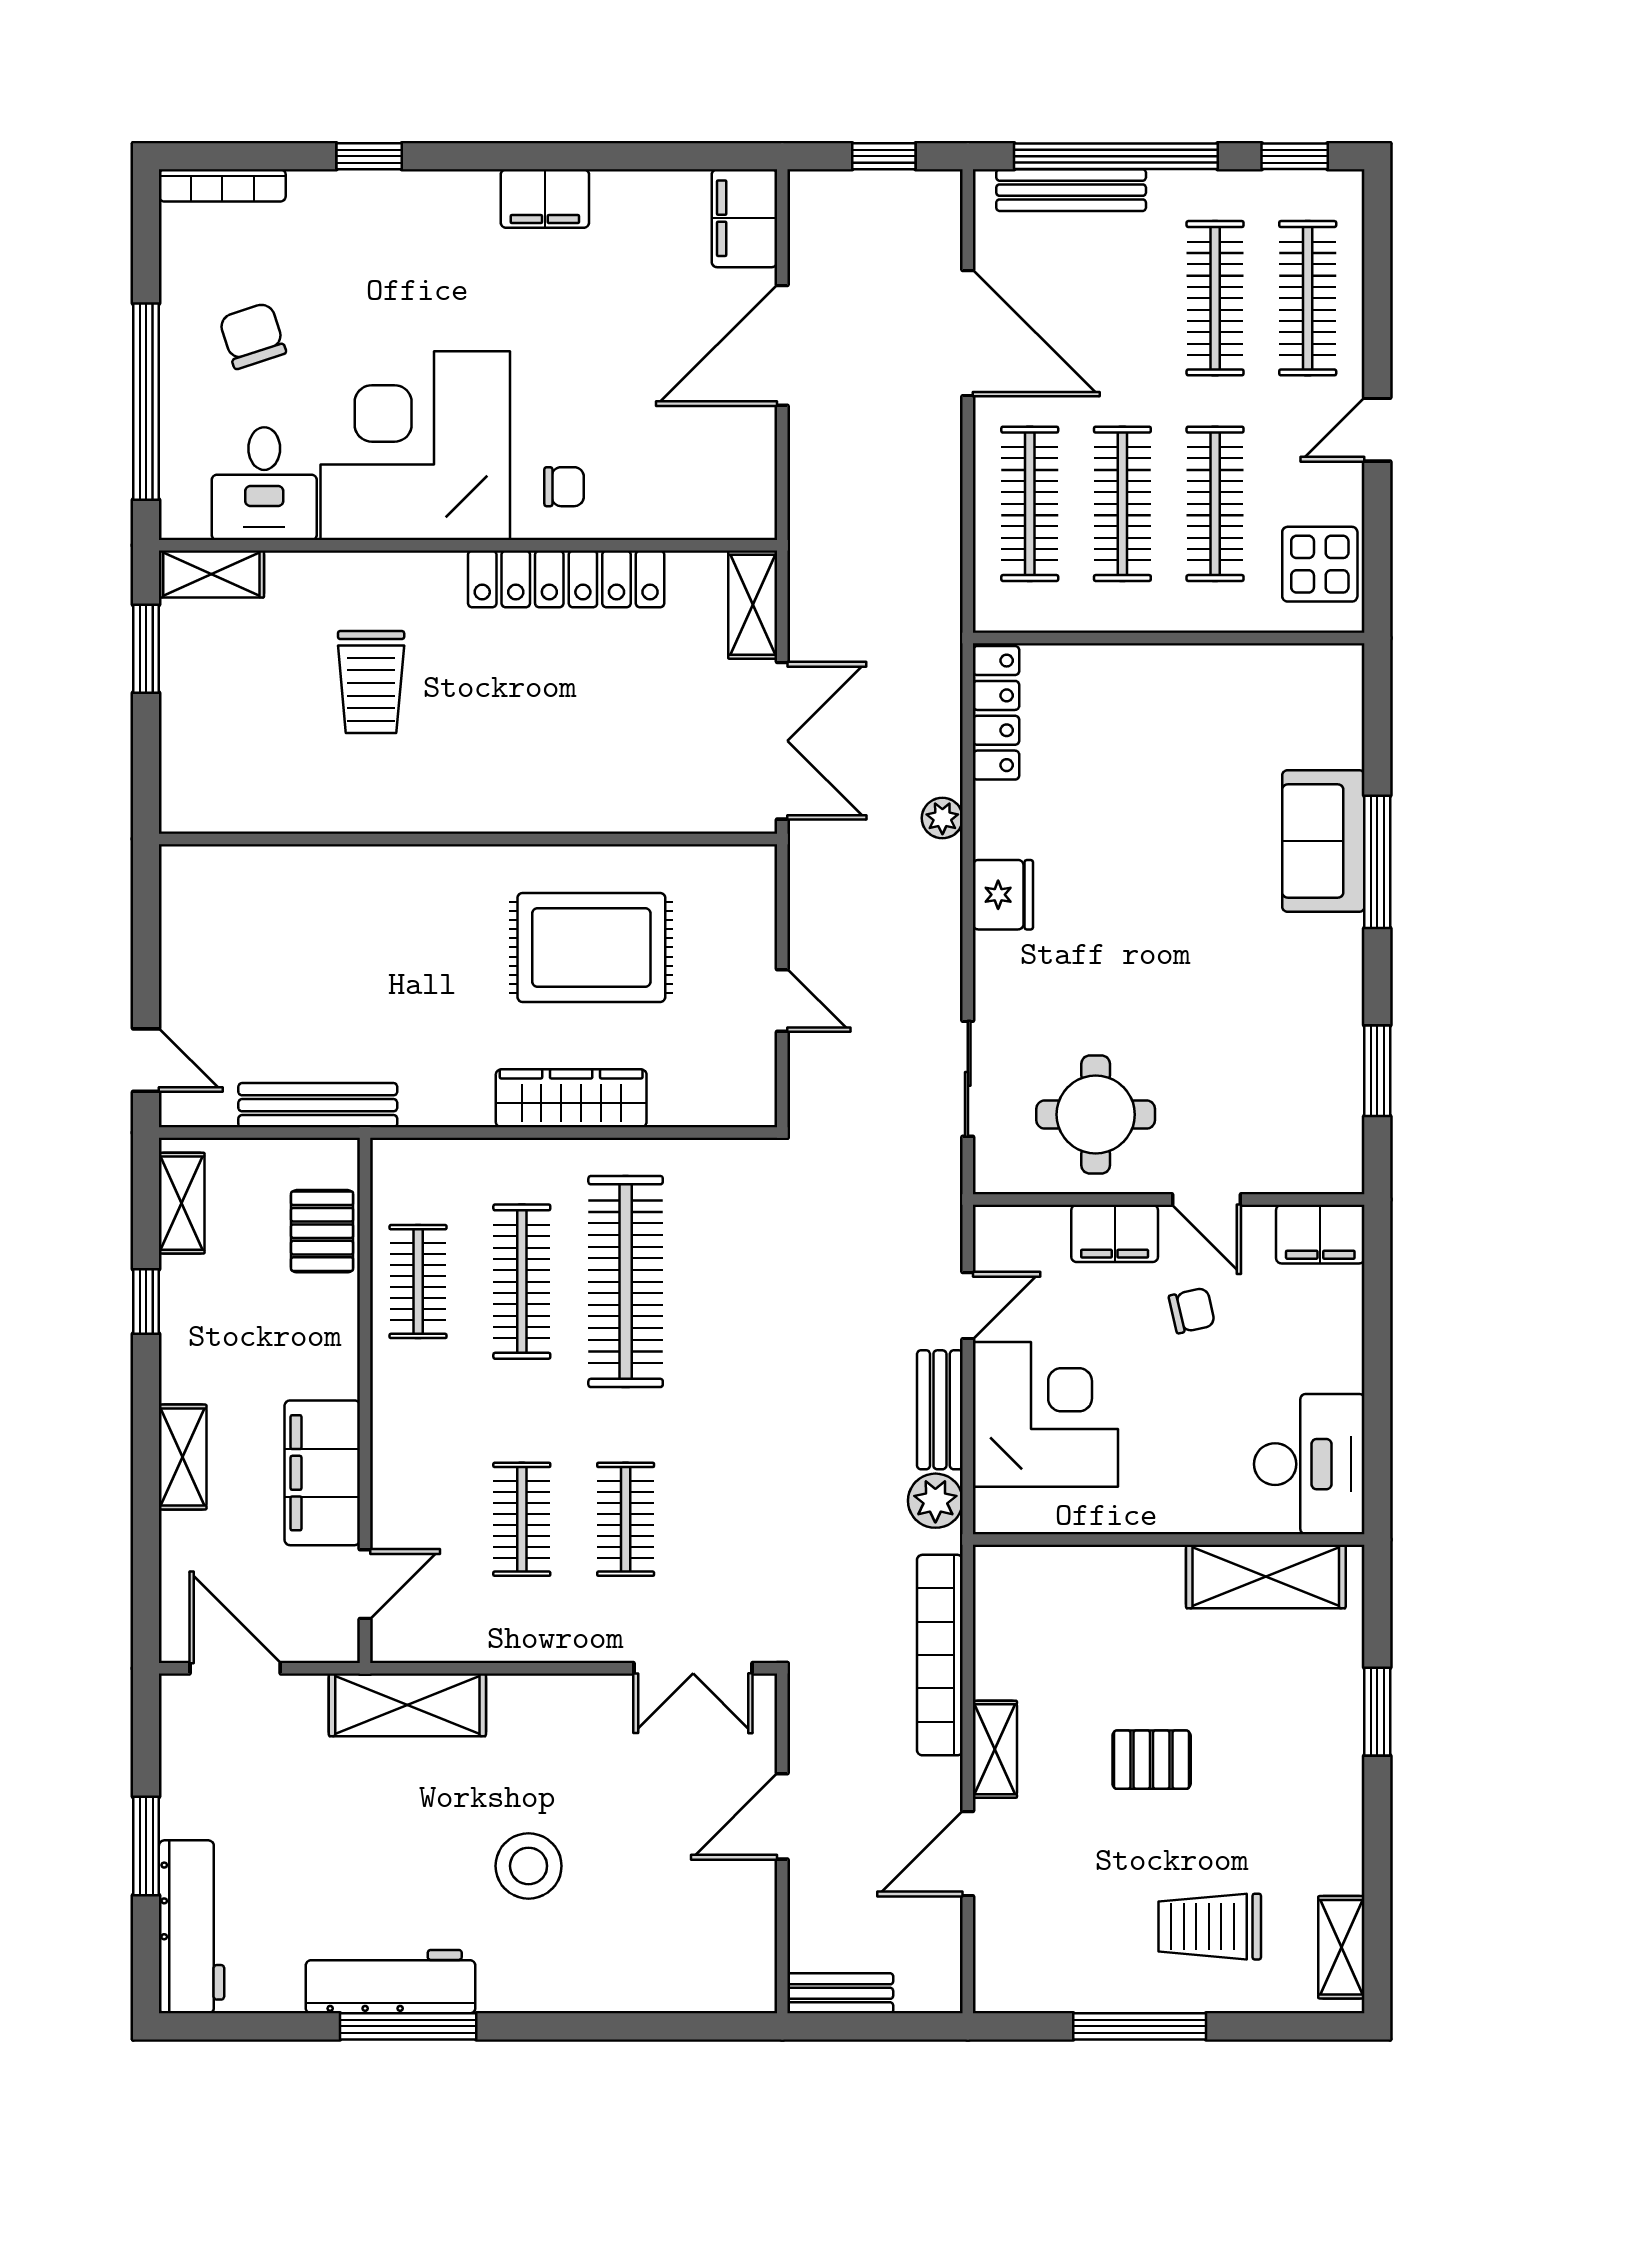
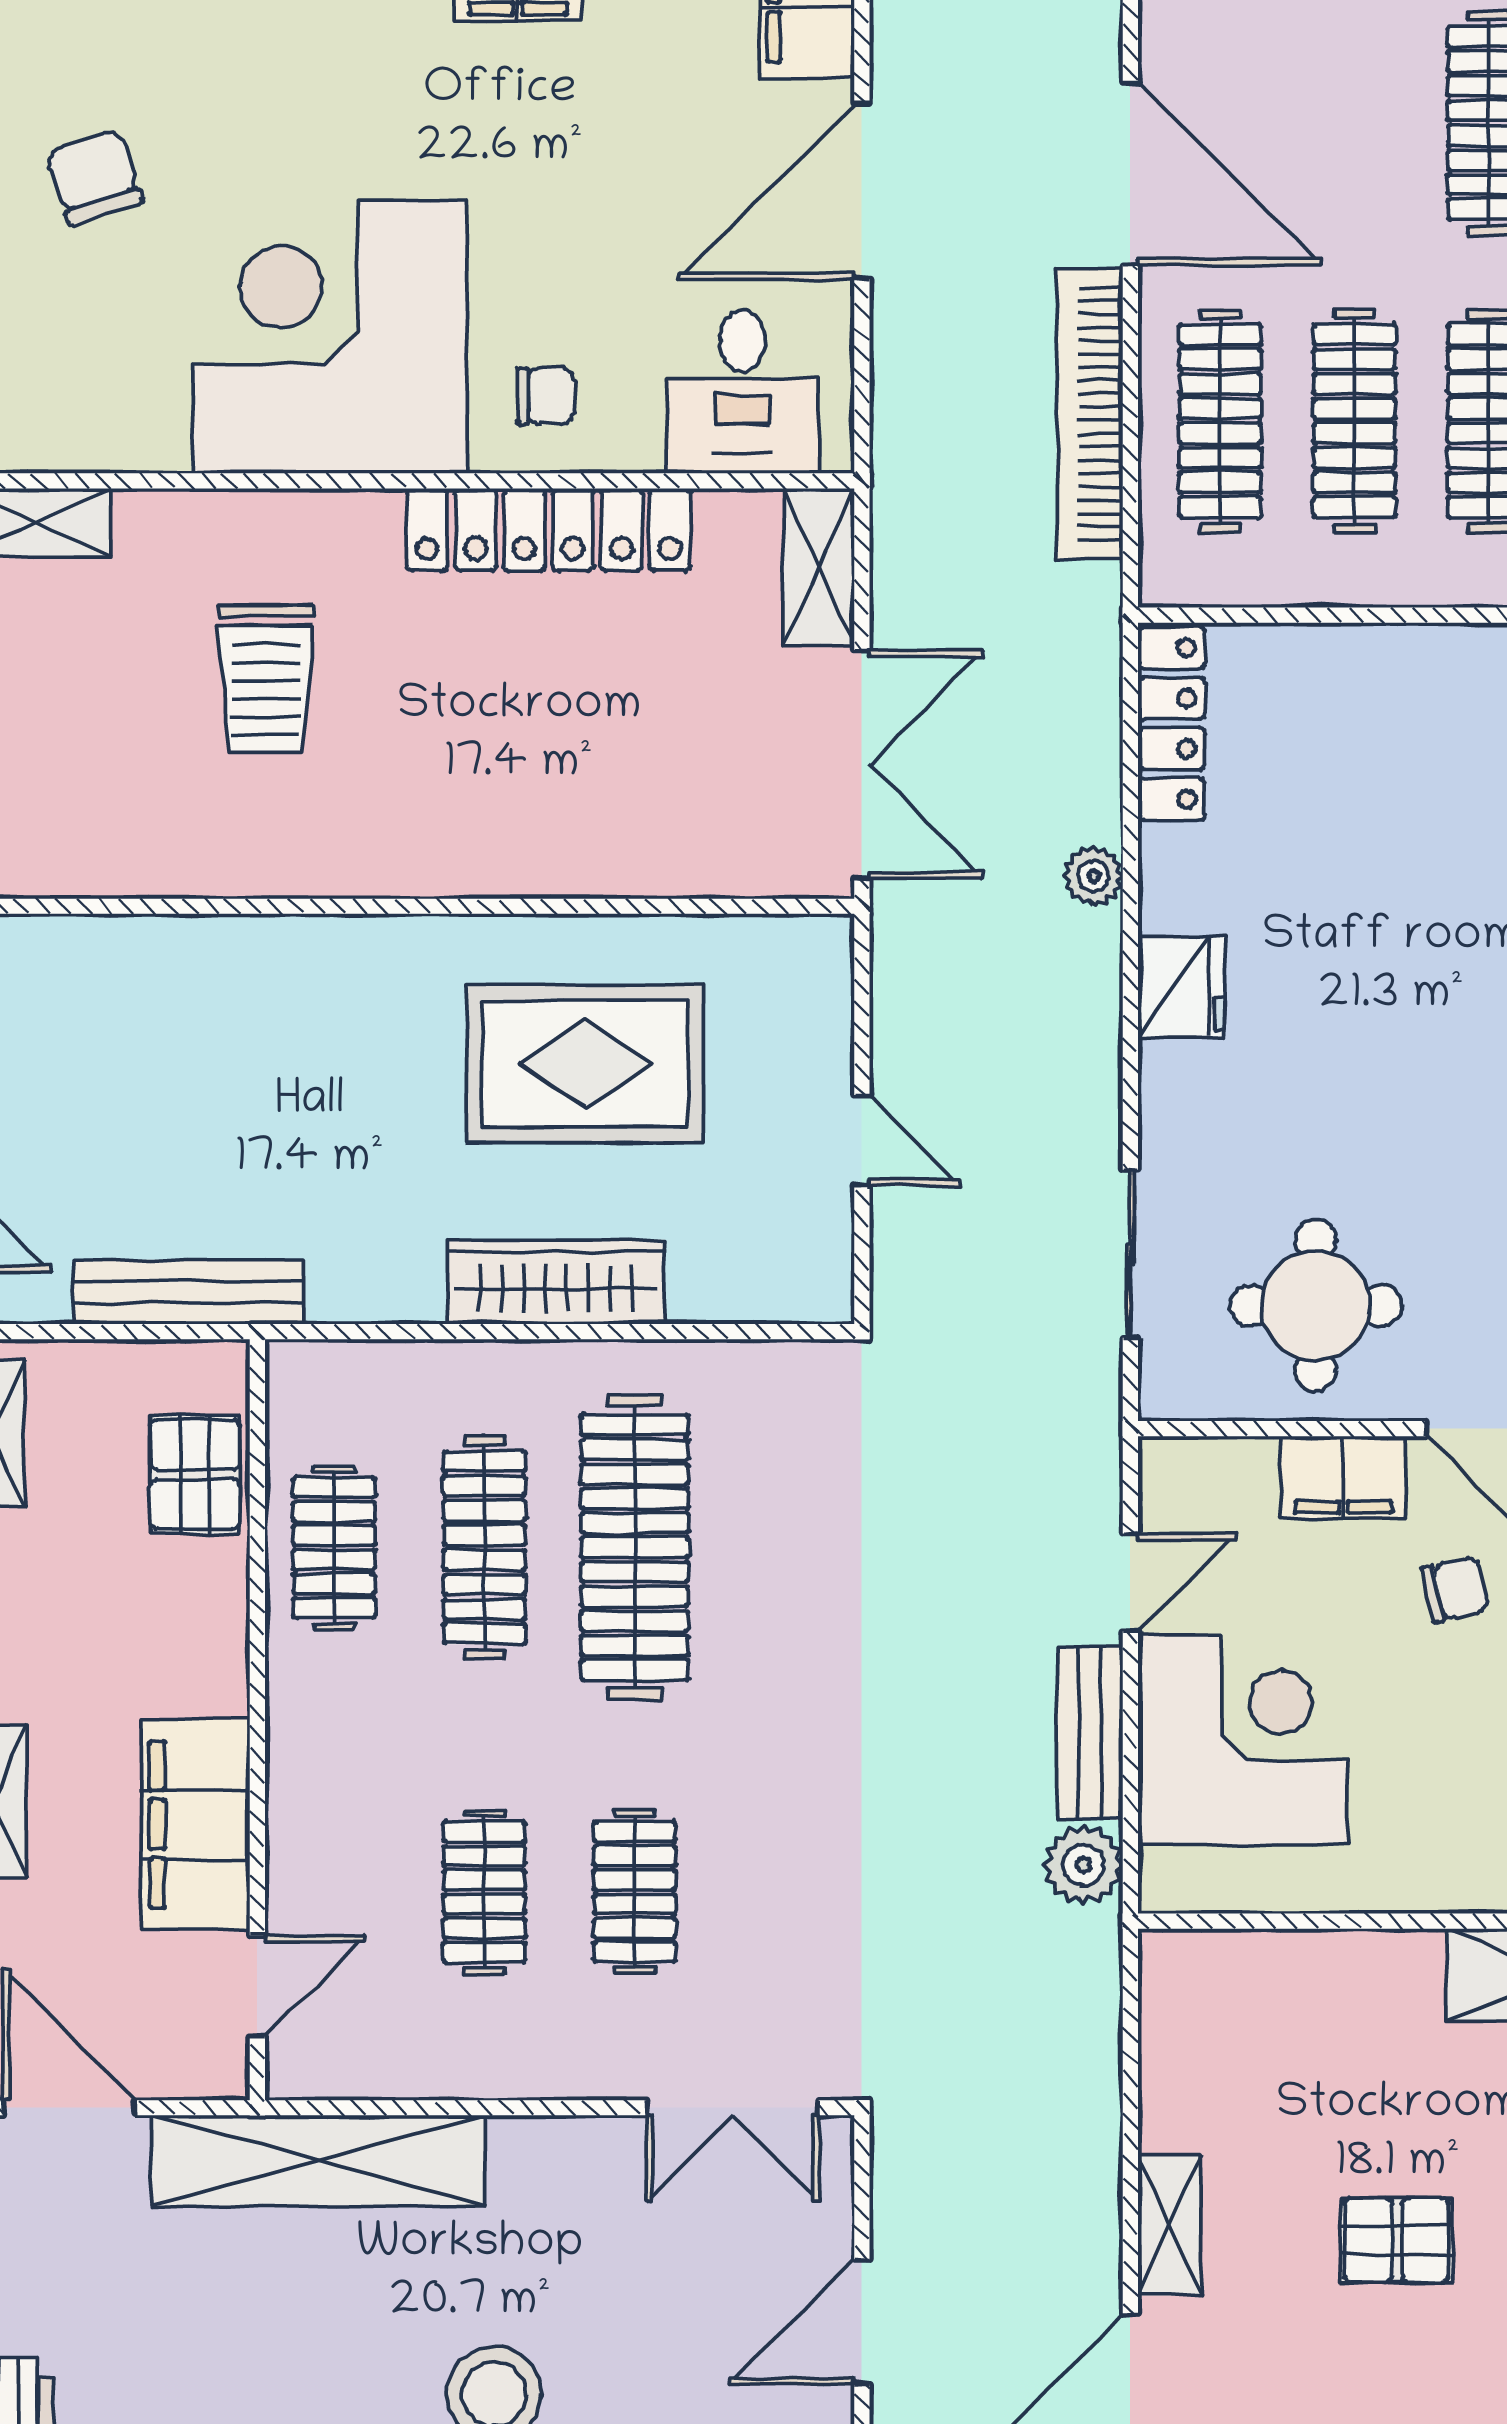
desk: (264, 484) -> (742, 392), moved
bookcase: (940, 1655) -> (1090, 413), moved
shelving: (407, 1705) -> (319, 2161), width x1.47

